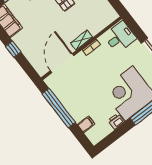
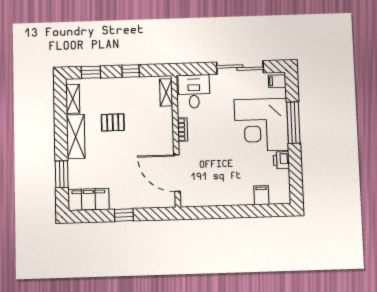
shelving: (82, 40) -> (166, 92), moved
window: (59, 108) -> (223, 212), removed

